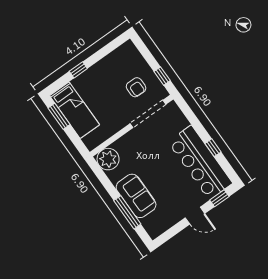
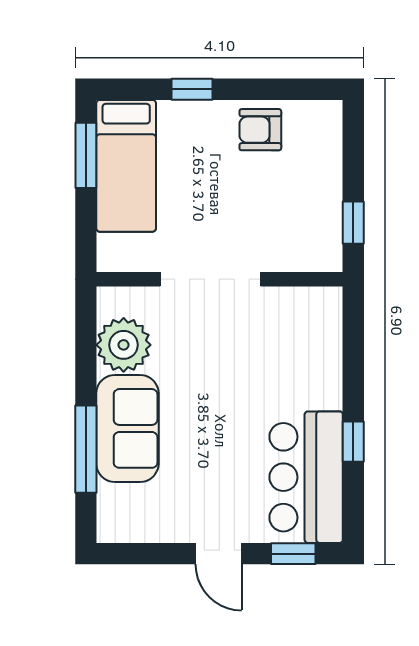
armchair: (136, 87) -> (260, 130), moved, turned 90
doorway: (148, 114) -> (210, 279), moved
plant: (108, 159) -> (124, 345), moved
bar counter: (200, 162) -> (306, 477), width x0.73

